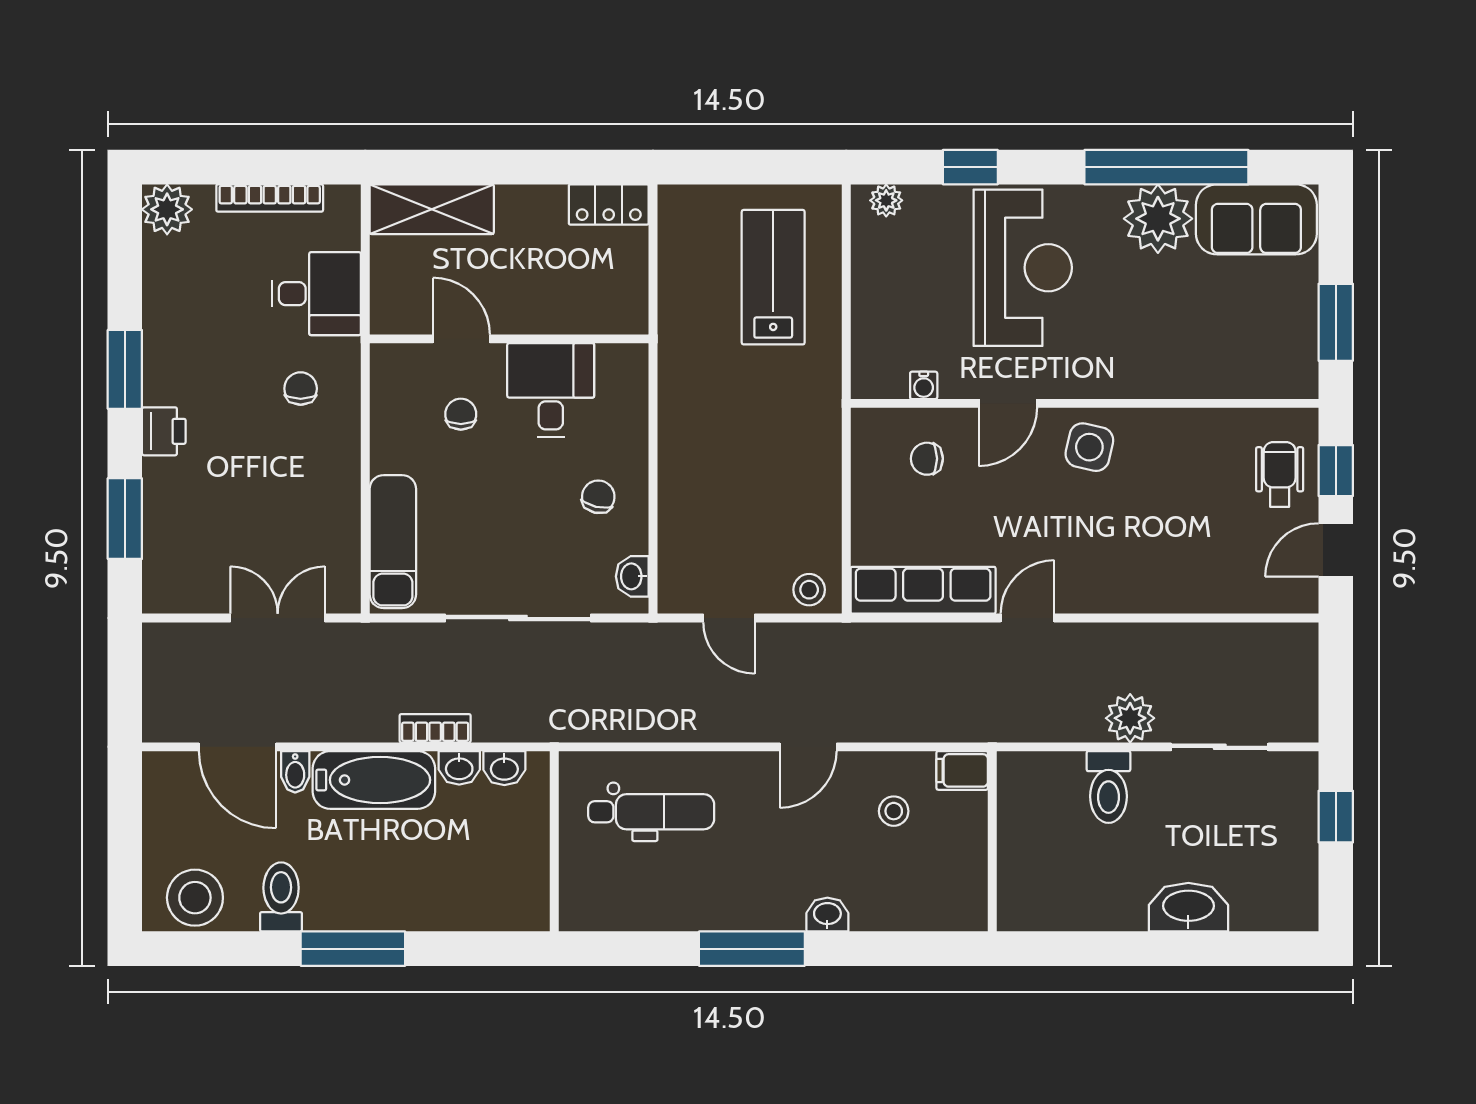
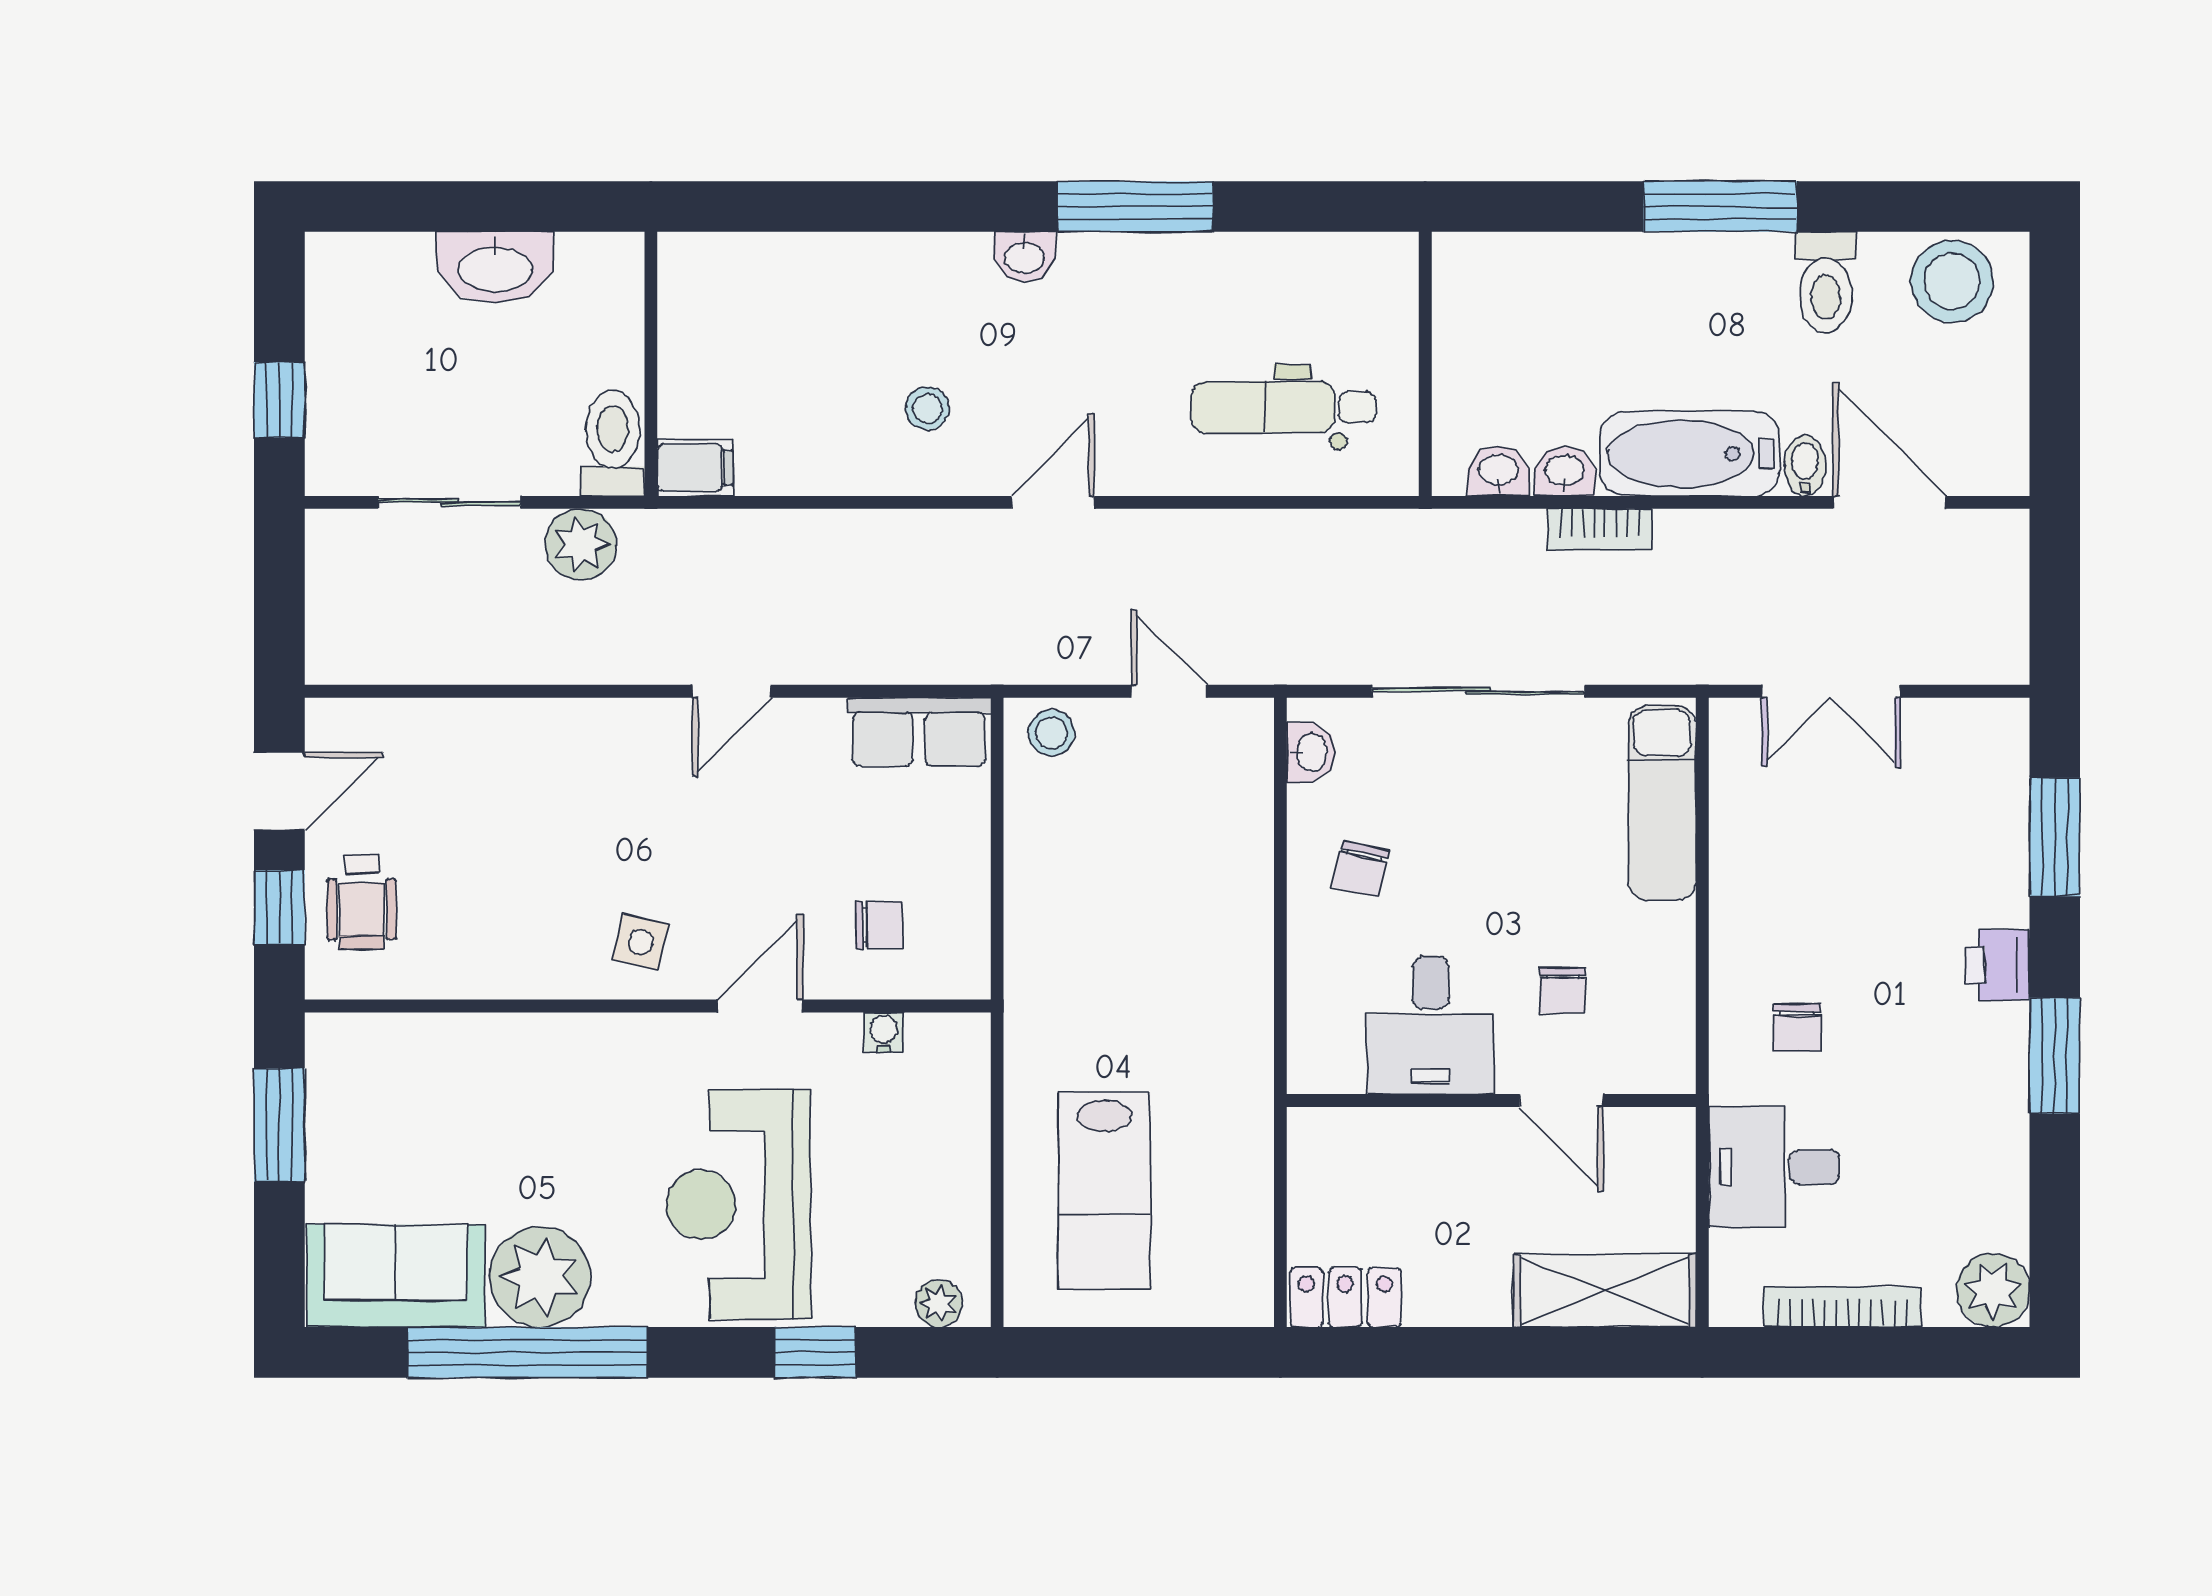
side table: (1089, 447) -> (641, 942), width x0.73, depth x0.73
row of seats: (923, 590) -> (919, 732), width x0.68
filing cabinet: (962, 770) -> (695, 468), moved
wall: (992, 841) -> (651, 364), moved

